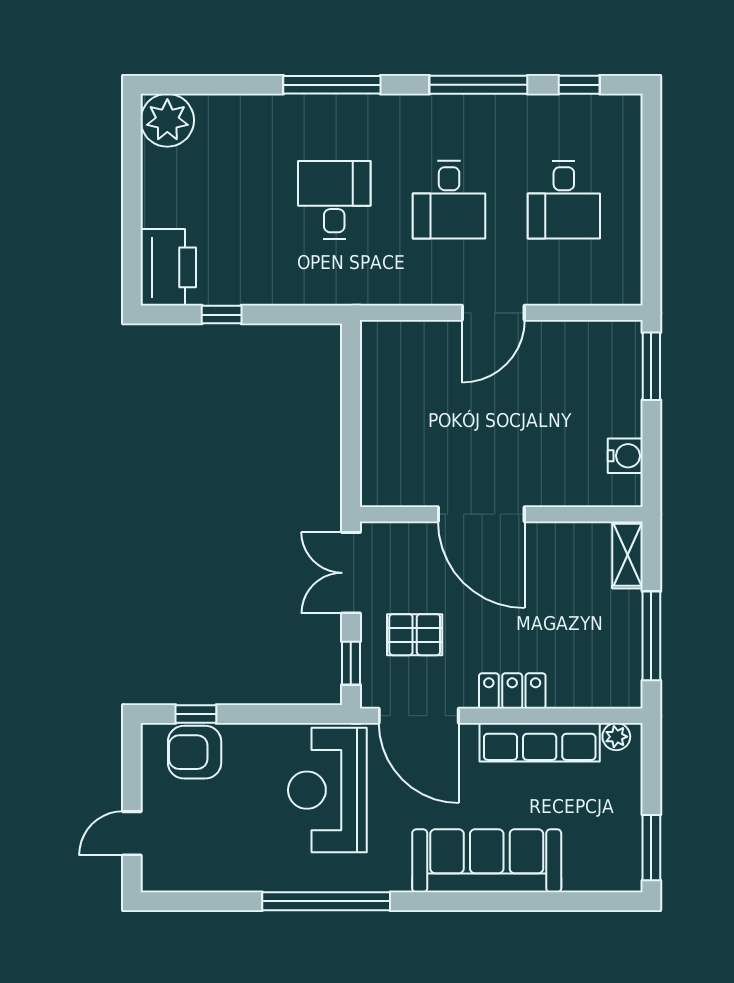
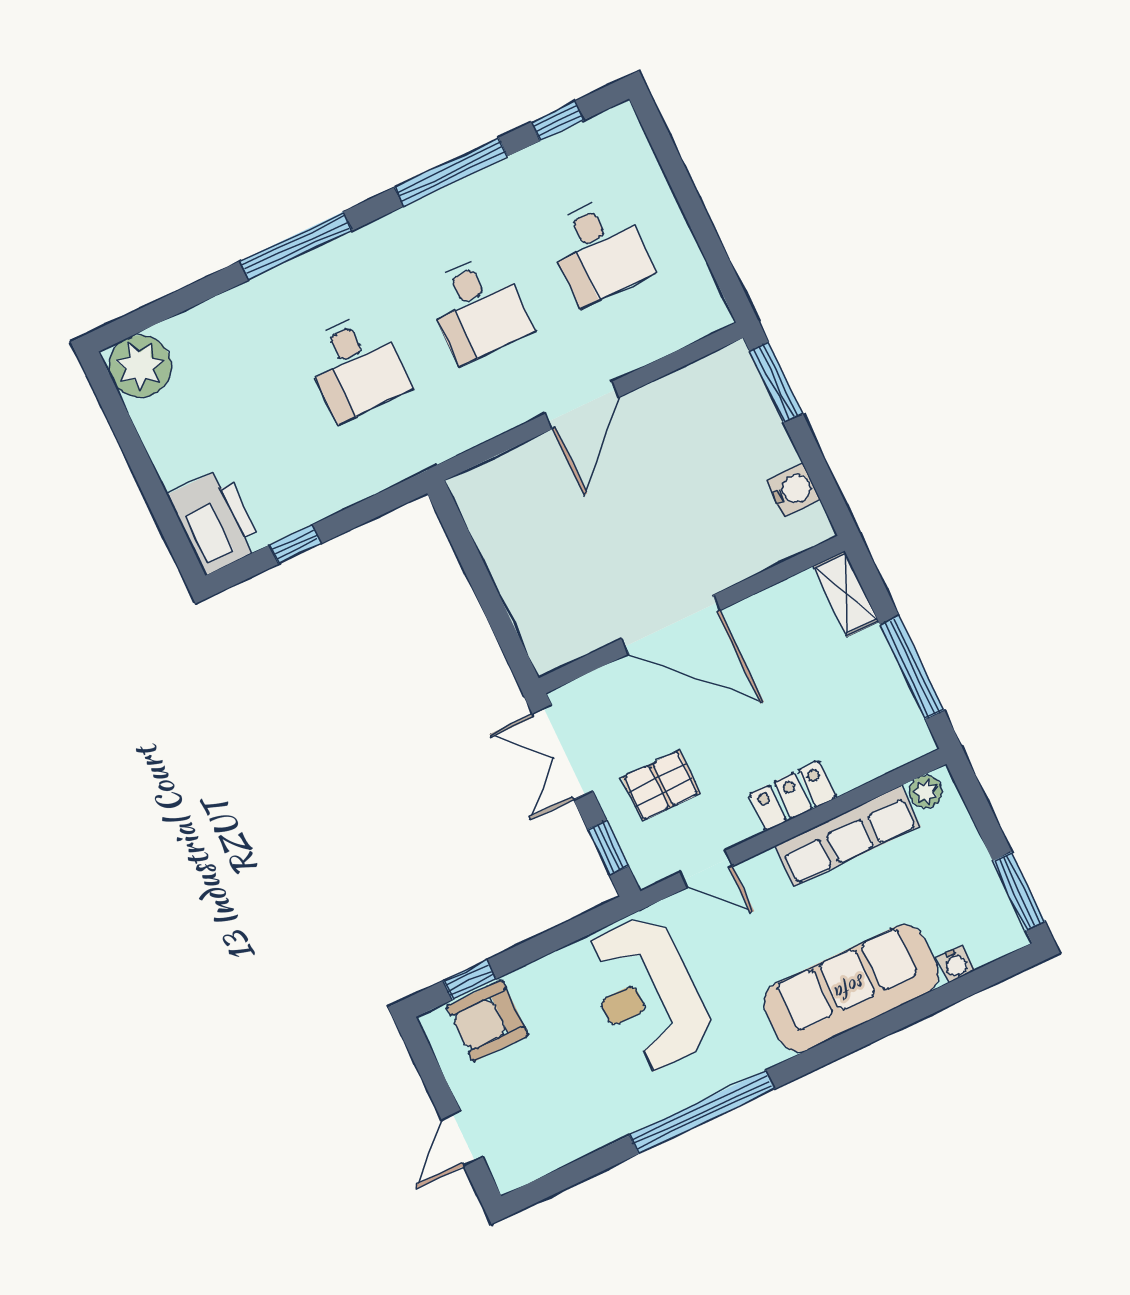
desk: (334, 200) -> (357, 366), turned 180
door: (419, 716) -> (706, 869), width x0.53
water cooler: (576, 880) -> (956, 964), added

